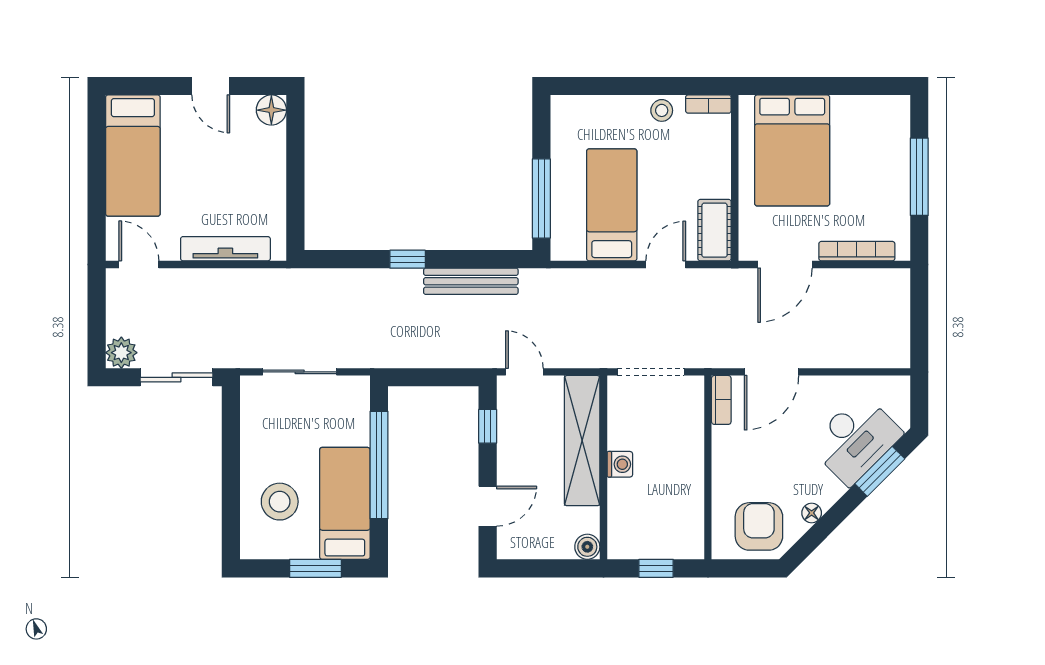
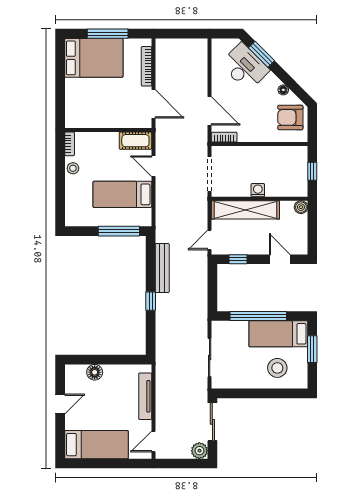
floor lamp: (271, 110) -> (95, 372), moved
bed: (792, 150) -> (94, 58), moved

